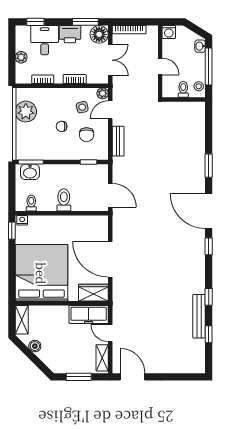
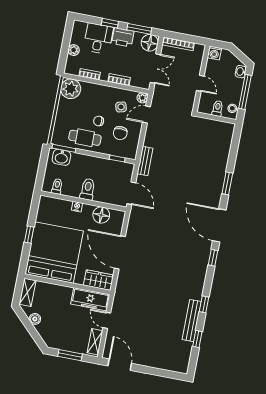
window: (35, 22) -> (110, 23), moved
plant: (26, 112) -> (71, 89), moved
bench: (118, 141) -> (145, 161), moved
cafe table: (51, 147) -> (85, 138), added
nightstand: (22, 220) -> (77, 207), moved
floor lamp: (83, 224) -> (101, 215), added
window: (12, 231) -> (29, 235), moved

